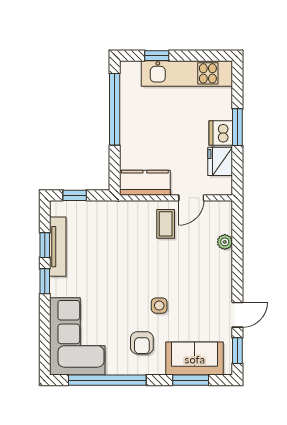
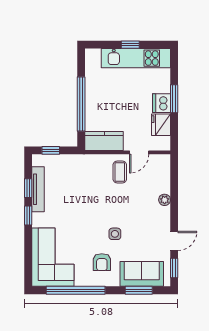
window: (157, 56) -> (130, 45), moved
window: (115, 109) -> (81, 104), moved
plant: (225, 242) -> (165, 200), moved

